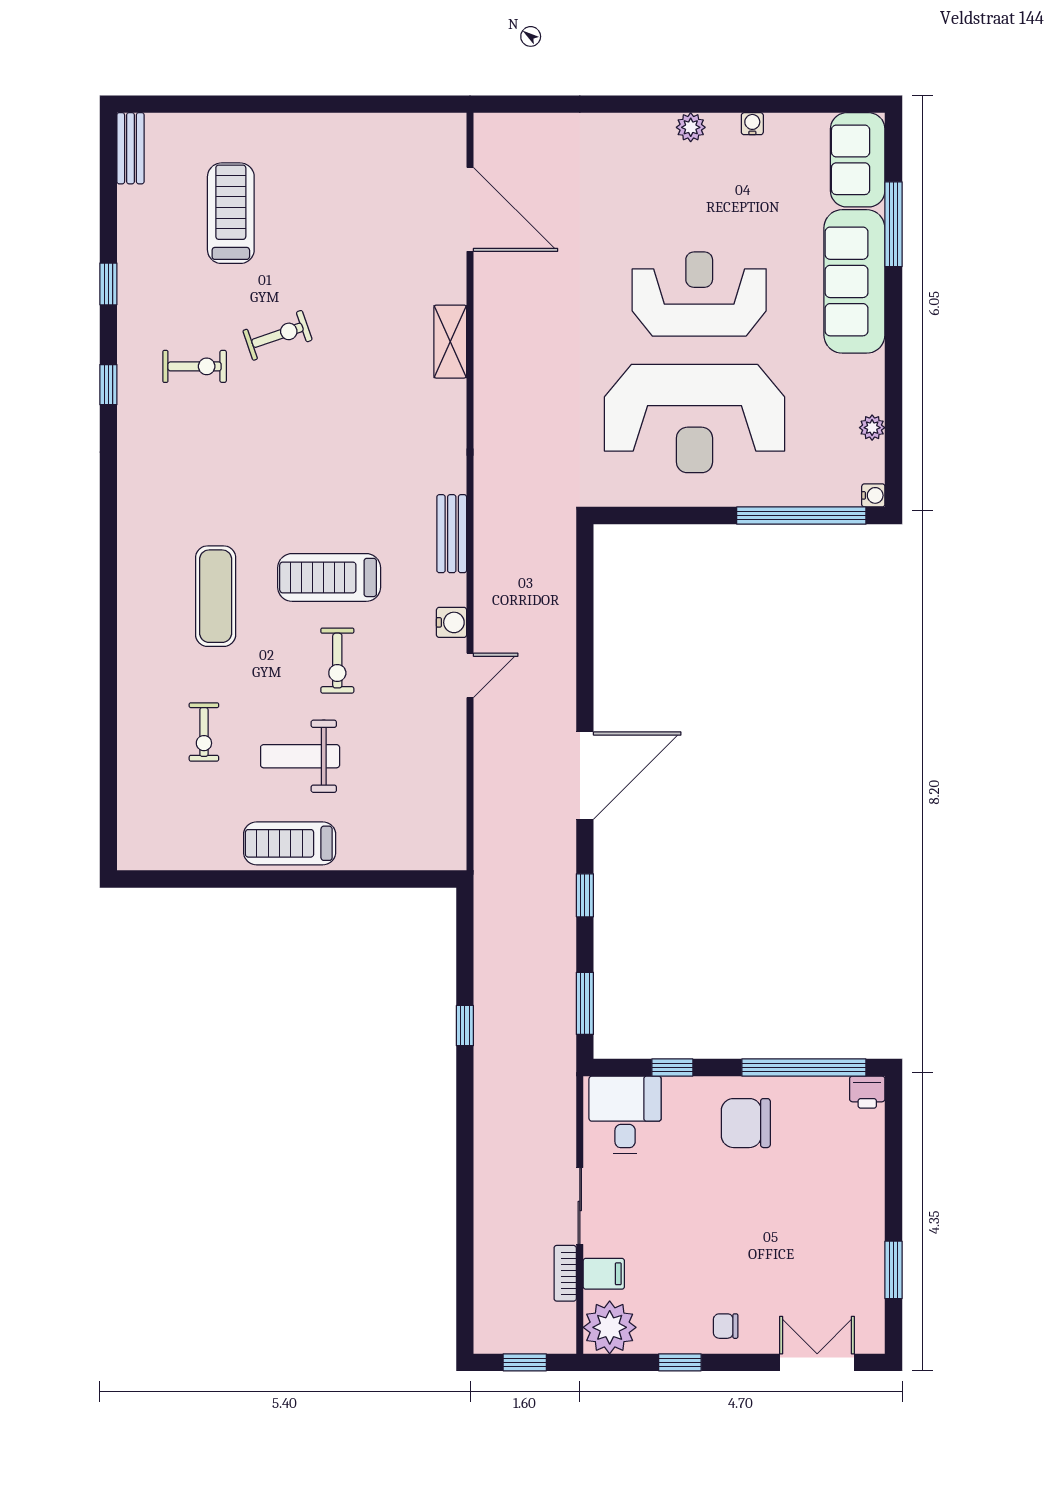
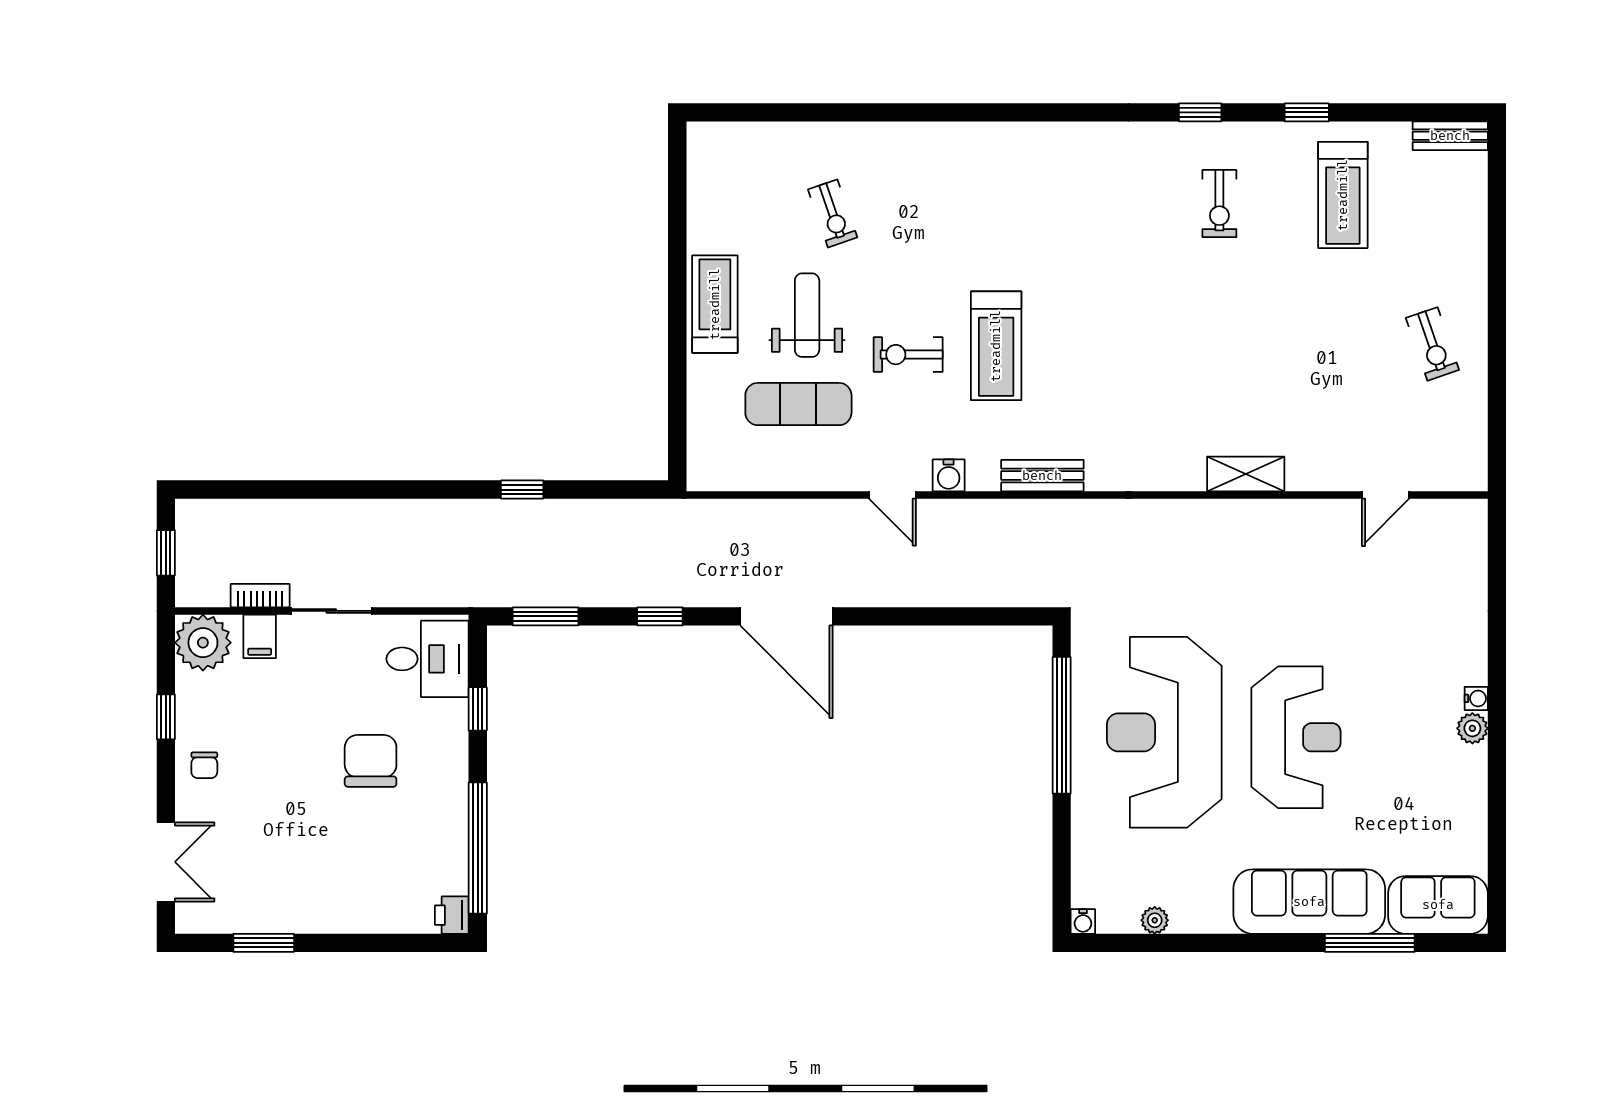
water cooler: (752, 124) -> (1476, 698), moved
door: (470, 209) -> (1385, 495), width x0.53
treadmill: (231, 213) -> (1343, 195), moved, turned 90
exercise bike: (277, 335) -> (1432, 344), moved
window: (801, 516) -> (1062, 725), moved
treadmill: (329, 577) -> (996, 346), turned 180
exercise mat: (216, 596) -> (798, 404), moved
exercise bike: (204, 732) -> (833, 213), turned -109
chair: (746, 1123) -> (371, 761), moved
chair: (726, 1326) -> (204, 765), turned 180

